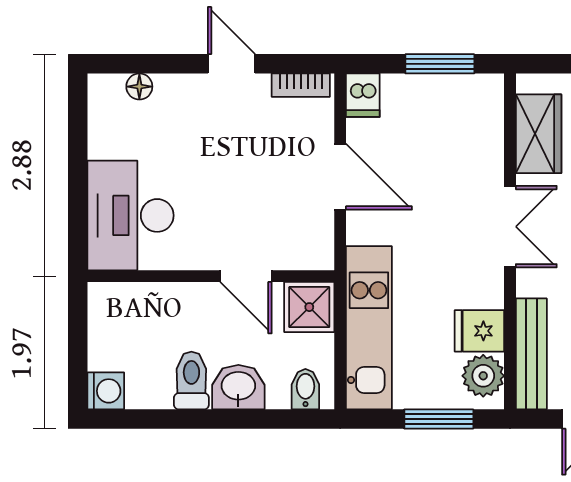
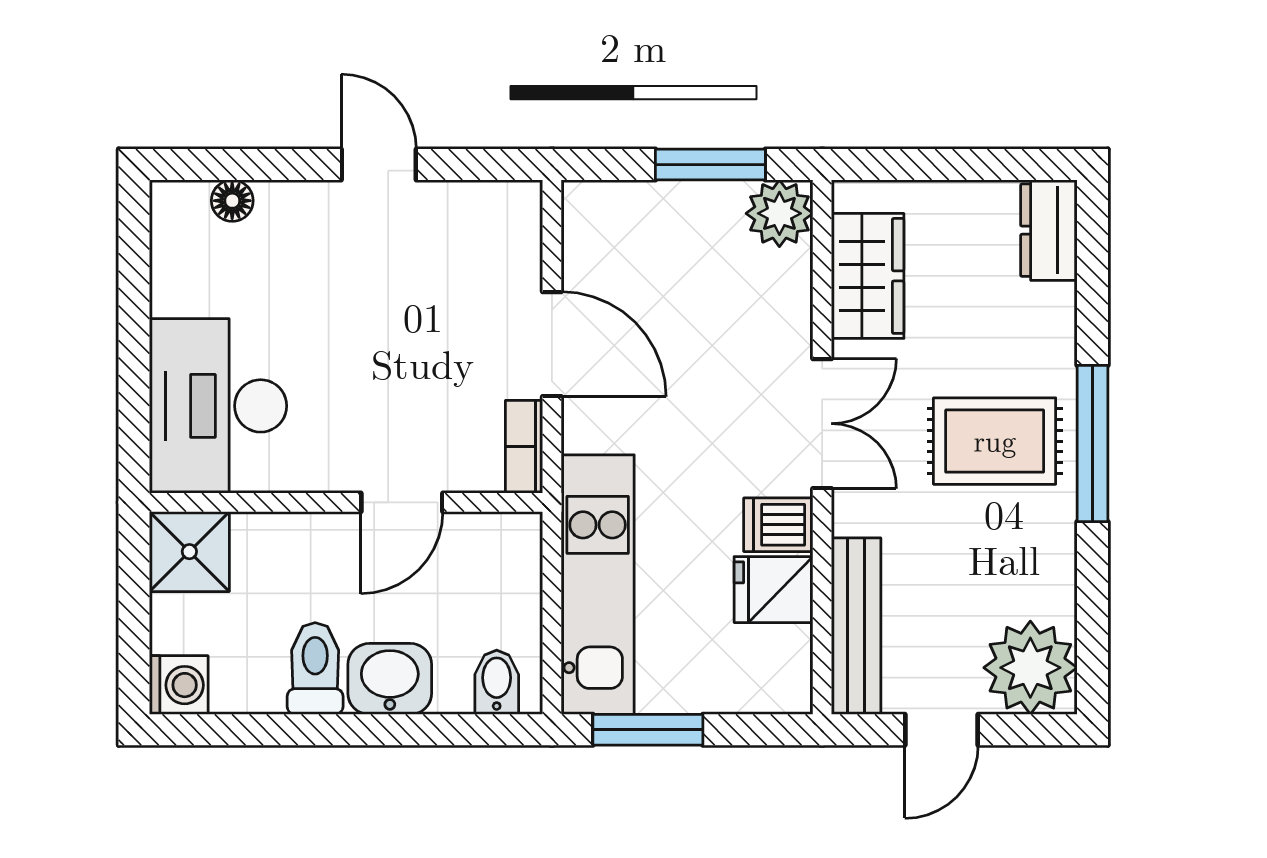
bookcase: (301, 85) -> (524, 447), moved, turned 90
dishwasher: (363, 95) -> (778, 525), moved, turned 90
door: (246, 276) -> (402, 502), hinge flipped
shower: (309, 307) -> (189, 552), moved
plant: (483, 376) -> (779, 213), moved
window: (439, 419) -> (648, 730), moved

